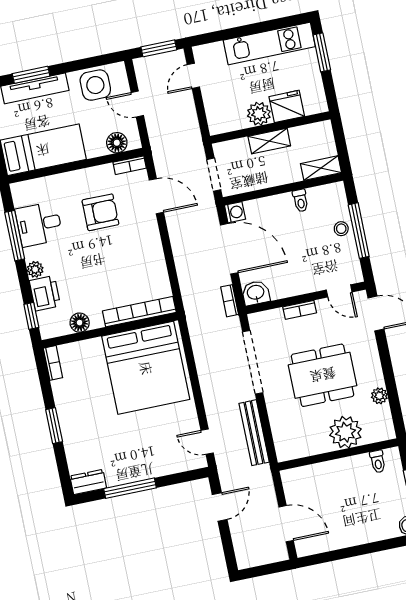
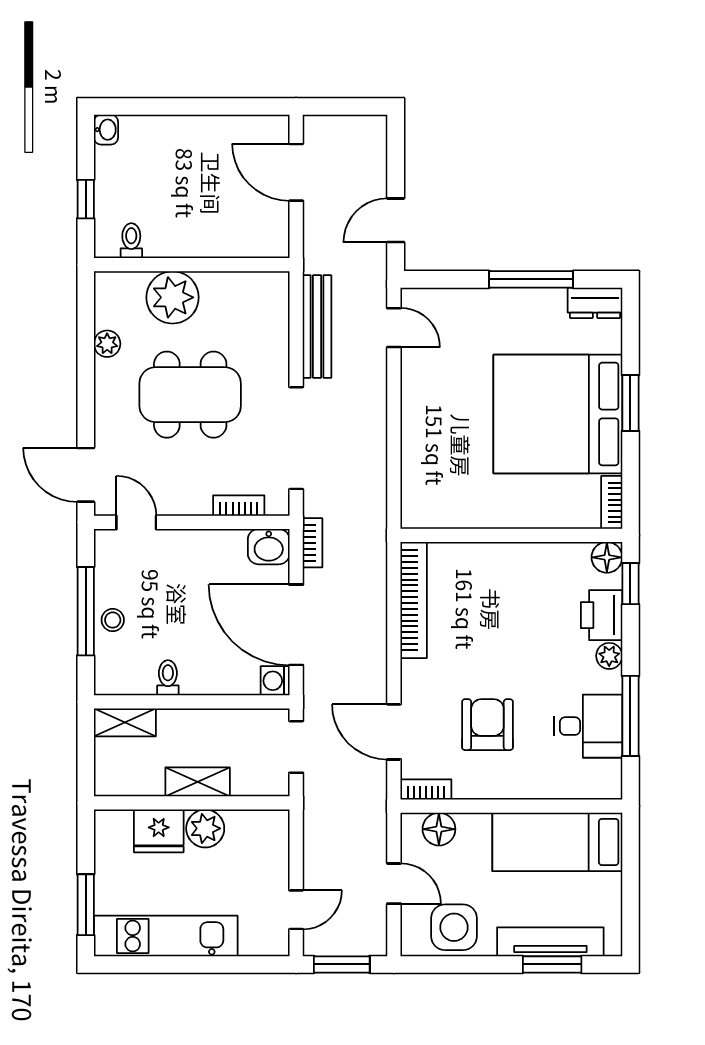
armchair: (100, 212) -> (487, 725), turned 90
bookcase: (300, 310) -> (239, 506), moved
bookcase: (139, 312) -> (414, 600), moved, turned -90
floor lamp: (80, 323) -> (607, 557), moved
bed: (146, 368) -> (558, 414), moved, turned -90

